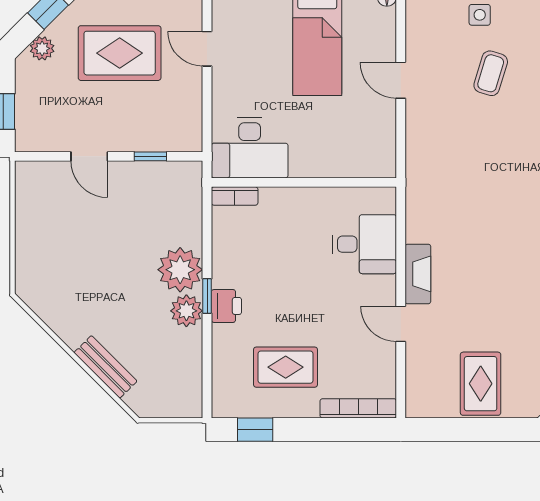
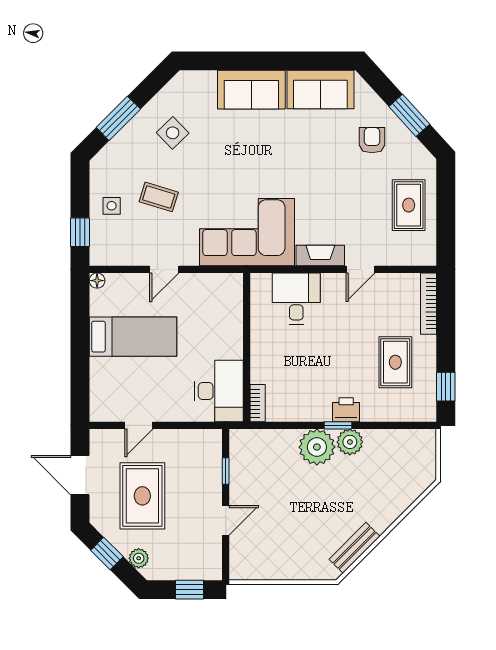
corner sofa: (447, 183) -> (247, 232), added
bench: (106, 367) -> (354, 548), moved
rug: (481, 384) -> (409, 205), turned 90

